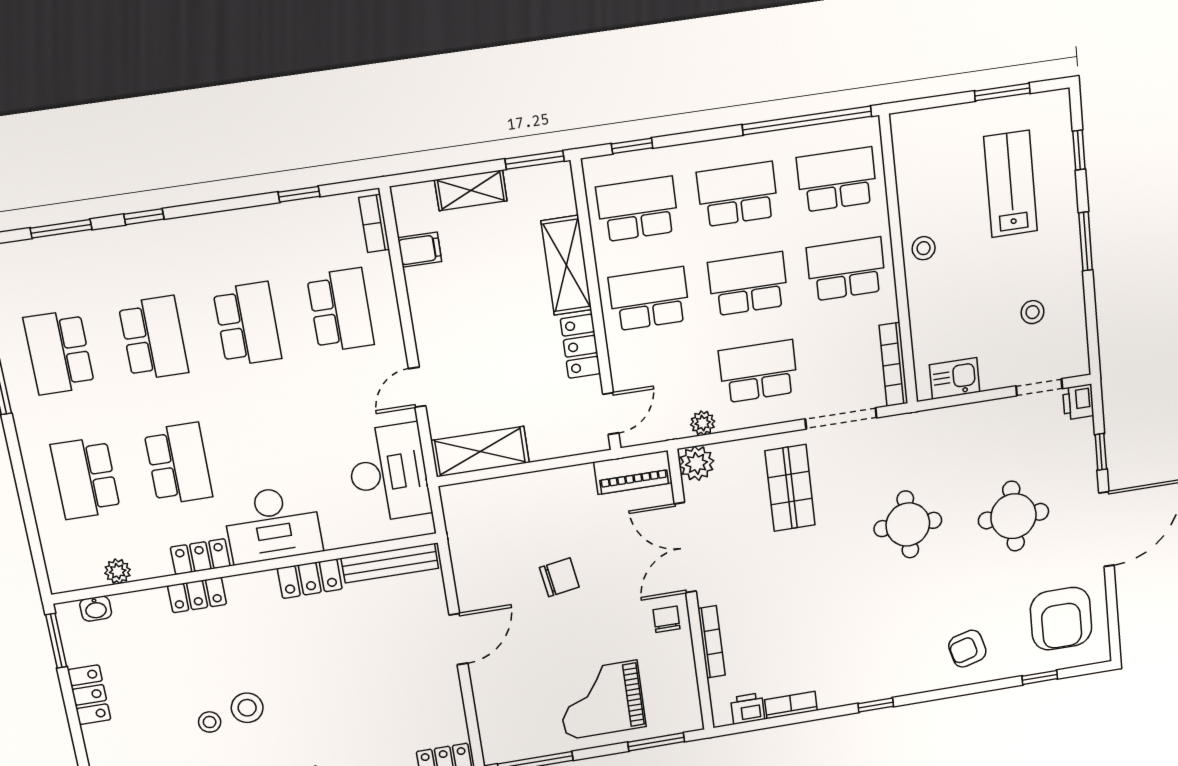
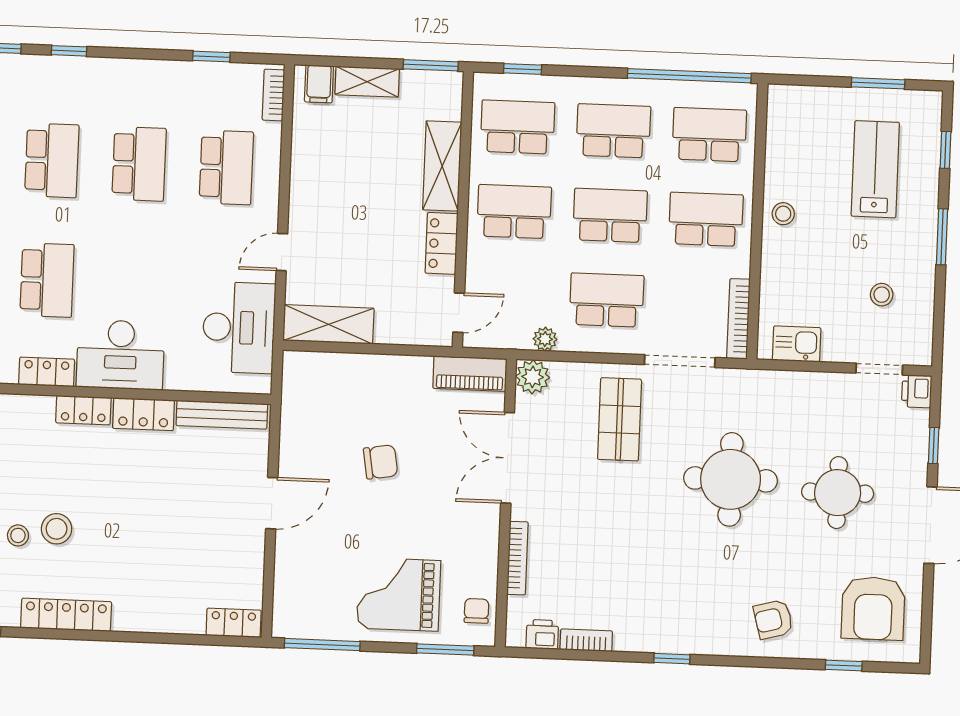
filing cabinet: (420, 250) -> (319, 84), moved, turned 90
round table: (908, 524) -> (731, 479), width x1.36, depth x1.36
locker: (197, 595) -> (83, 410), moved
chair: (666, 619) -> (476, 611), moved

